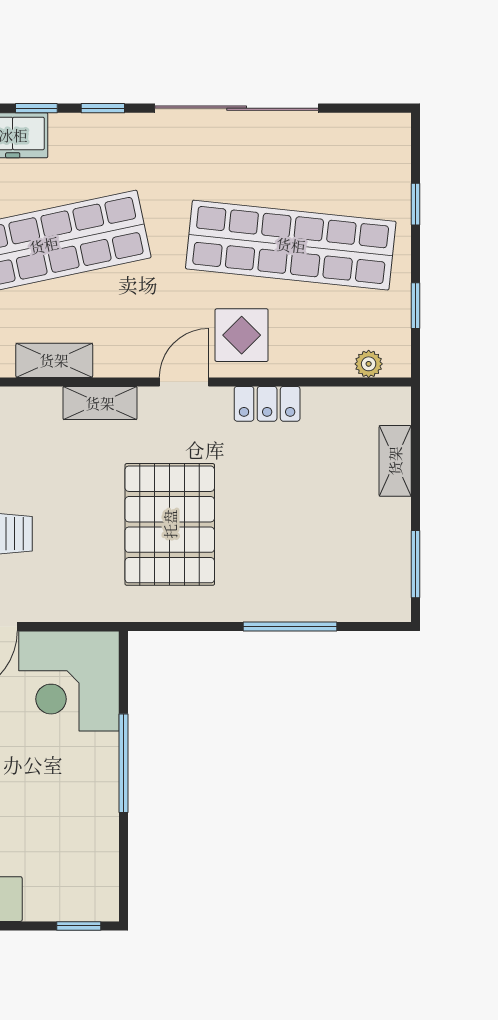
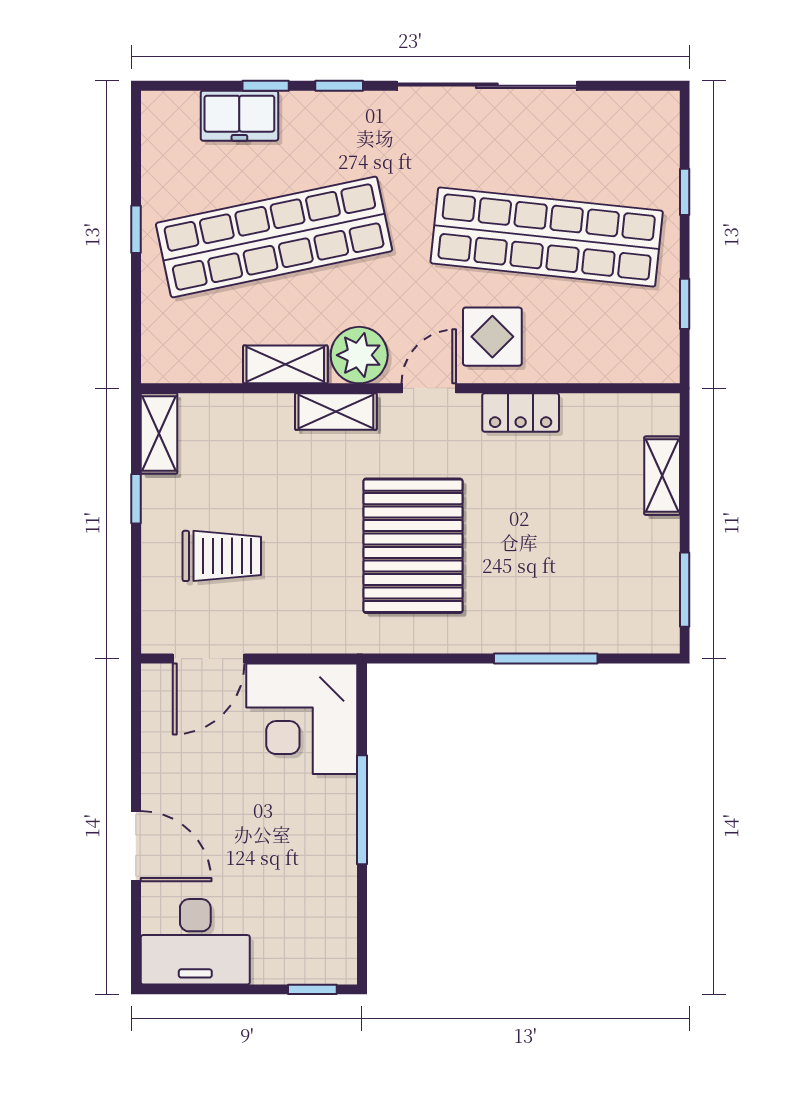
plant: (369, 364) -> (359, 355), moved, width x1.87, depth x1.87

